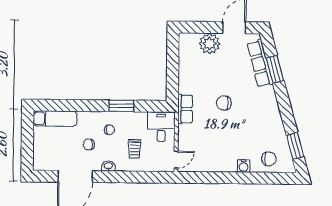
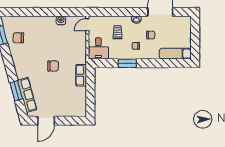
plant: (210, 44) -> (64, 109), removed
row of seats: (185, 109) -> (81, 75), moved
chair: (269, 159) -> (18, 38), moved
water cooler: (243, 166) -> (61, 20), moved

